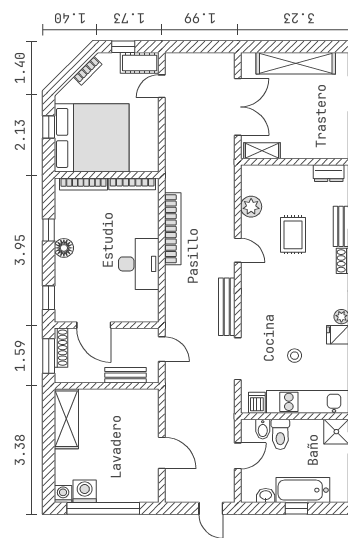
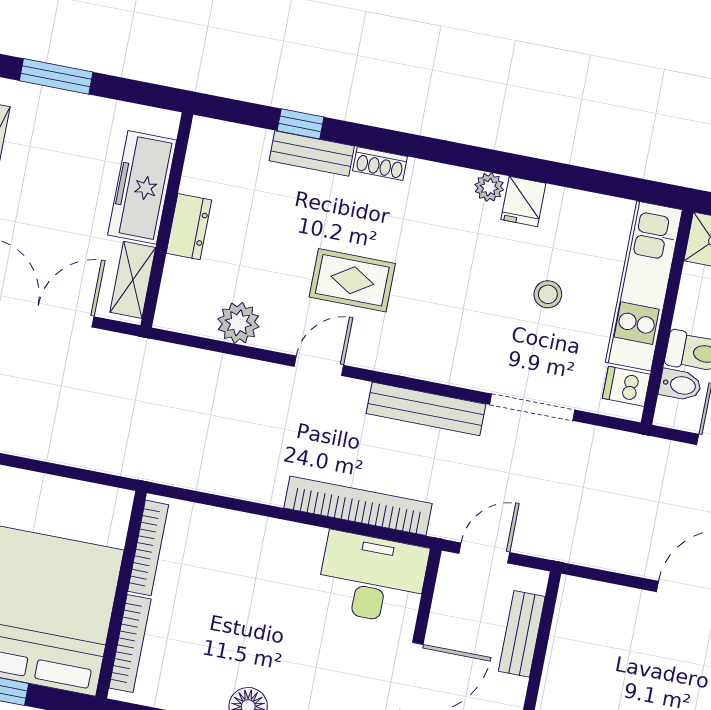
freezer: (308, 147) -> (142, 187), added
dresser: (329, 173) -> (189, 227), moved
bookcase: (173, 229) -> (358, 506), moved
rug: (293, 235) -> (352, 280), moved
desk: (139, 264) -> (372, 578), moved

